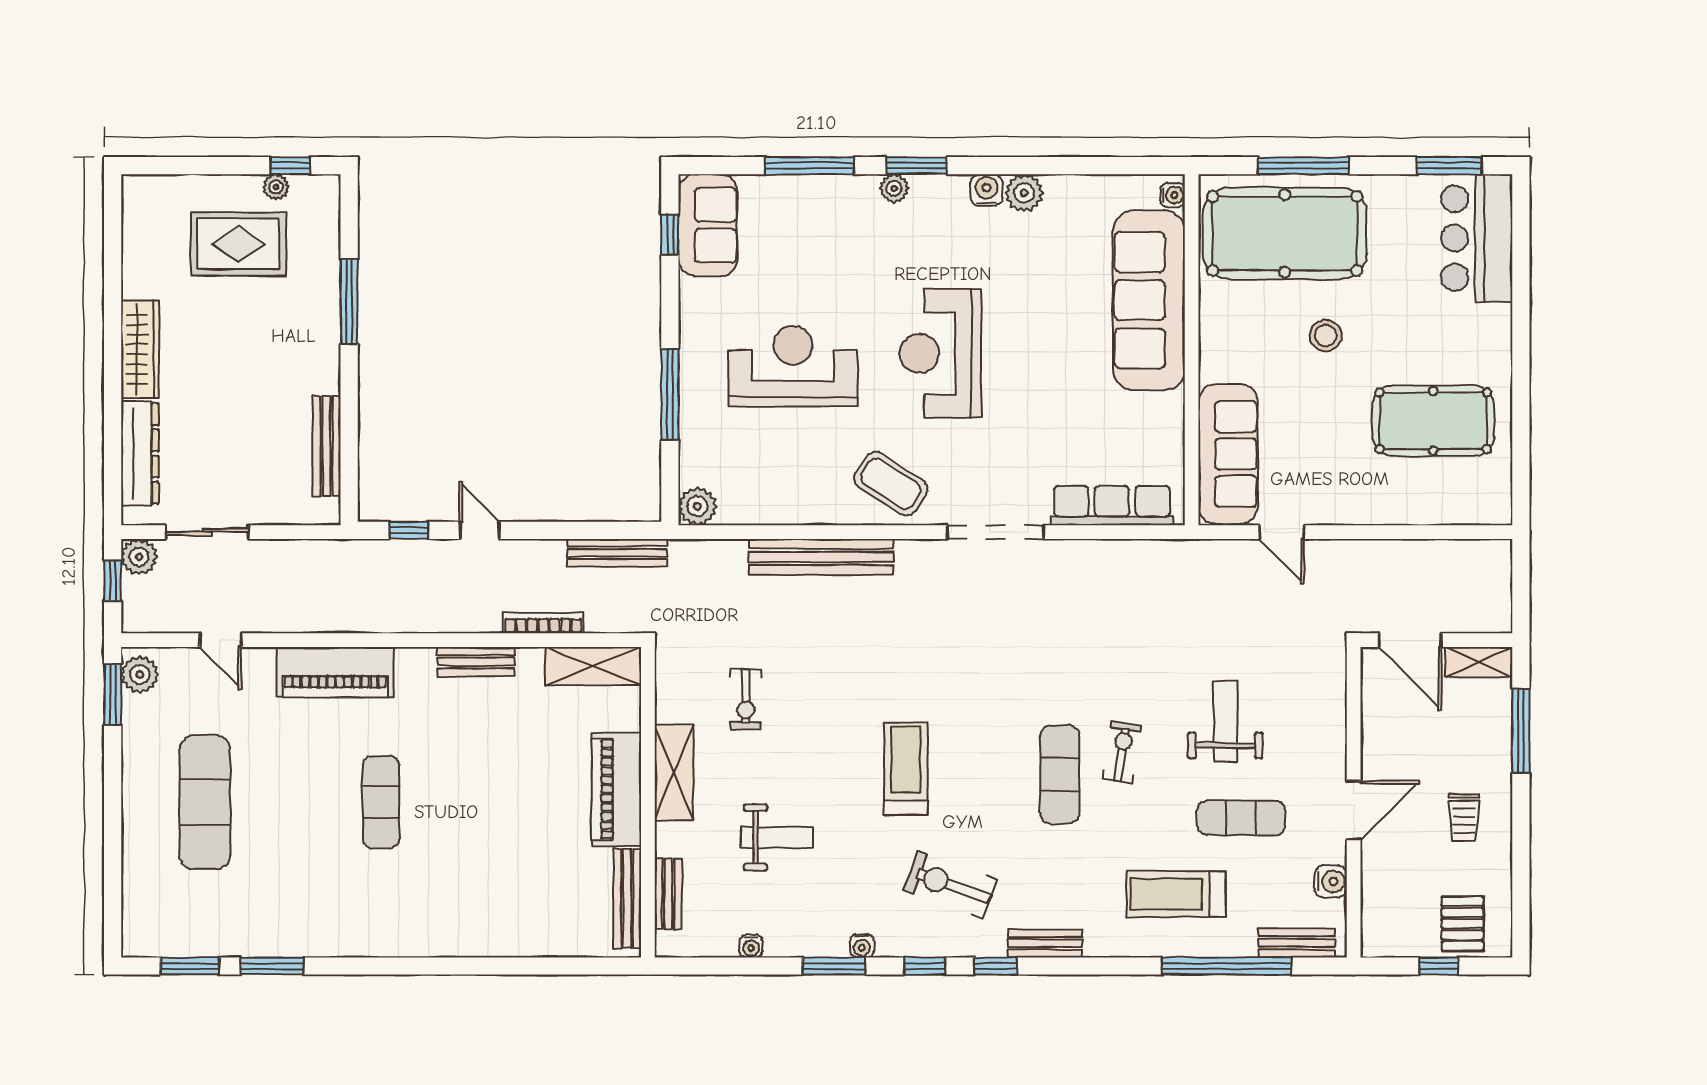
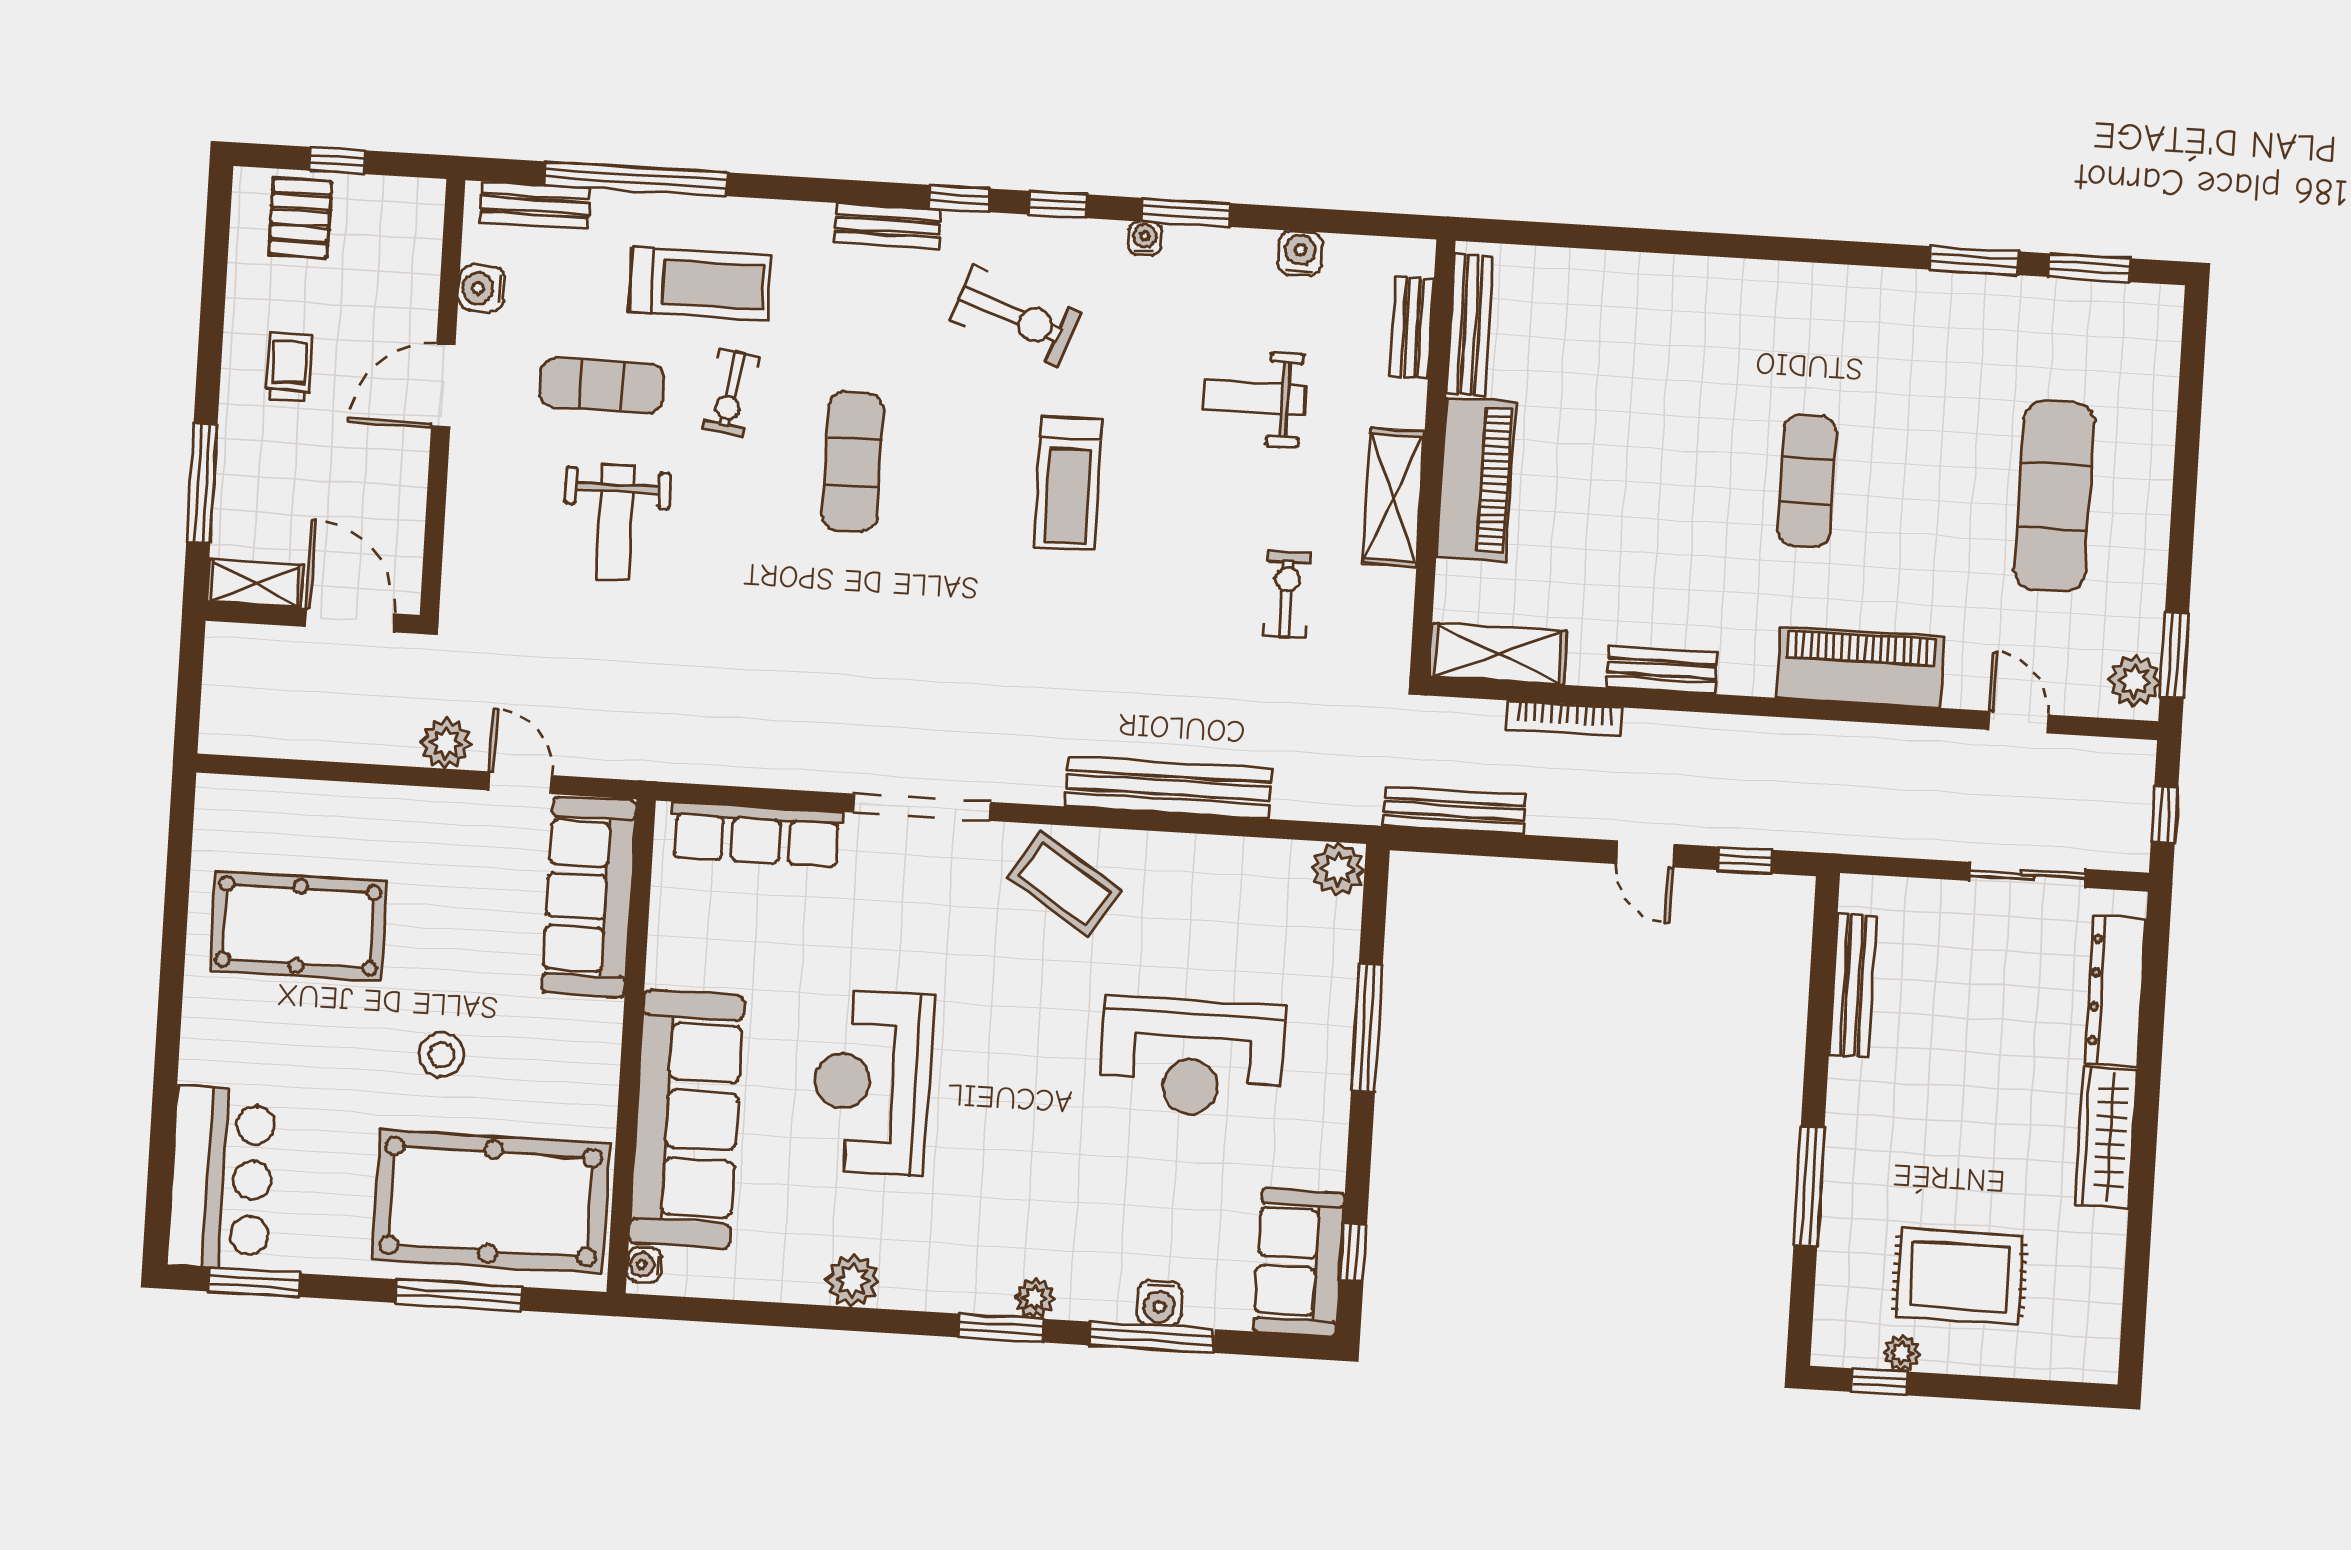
water cooler: (987, 190) -> (1159, 1303), moved
reception desk: (940, 353) -> (872, 1083), moved, turned 180
plant: (139, 557) -> (446, 743), moved
exercise bike: (1122, 752) -> (731, 393), moved
water cooler: (751, 946) -> (1300, 253), width x1.38, depth x1.38

